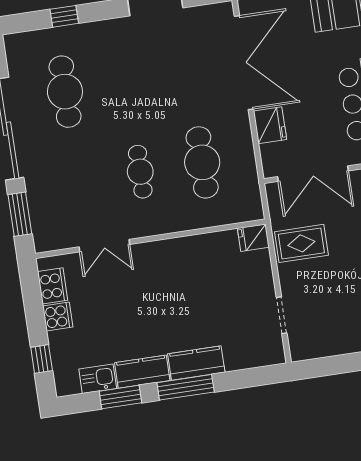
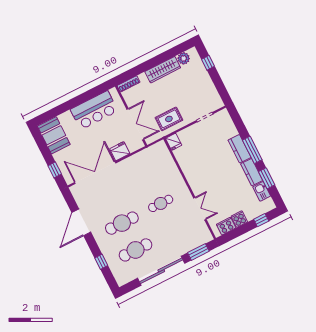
cafe table: (202, 162) -> (122, 223), moved
rug: (301, 243) -> (169, 119), turned 90

